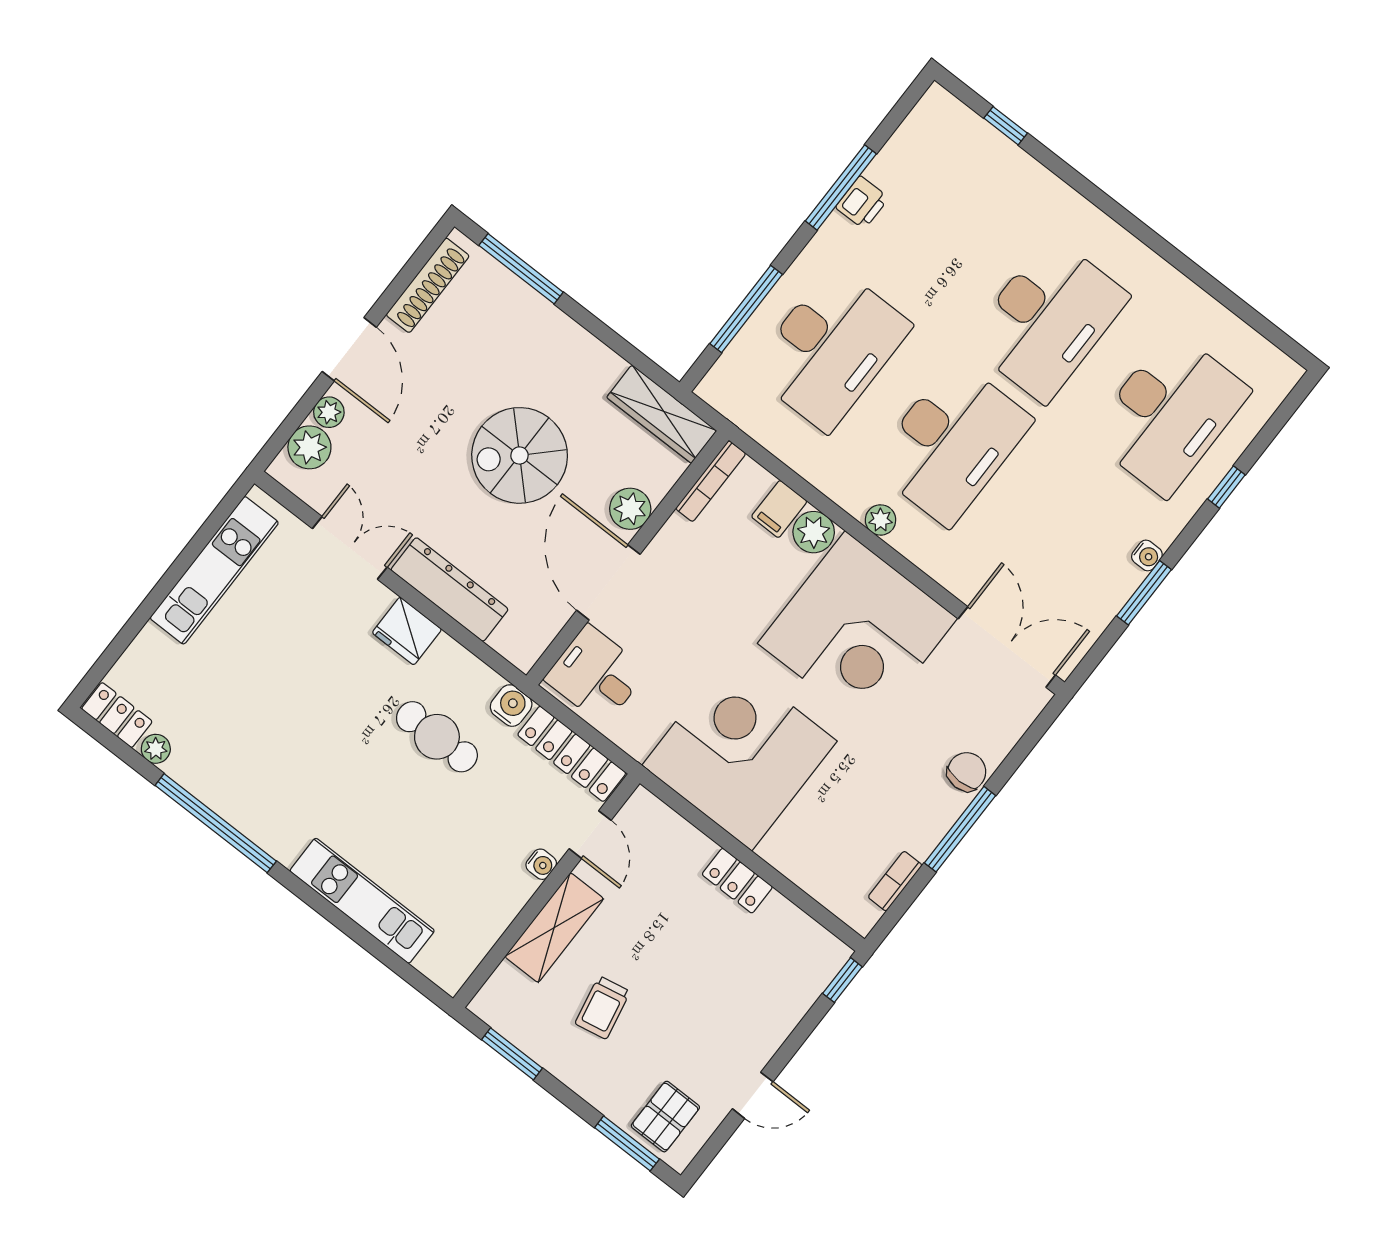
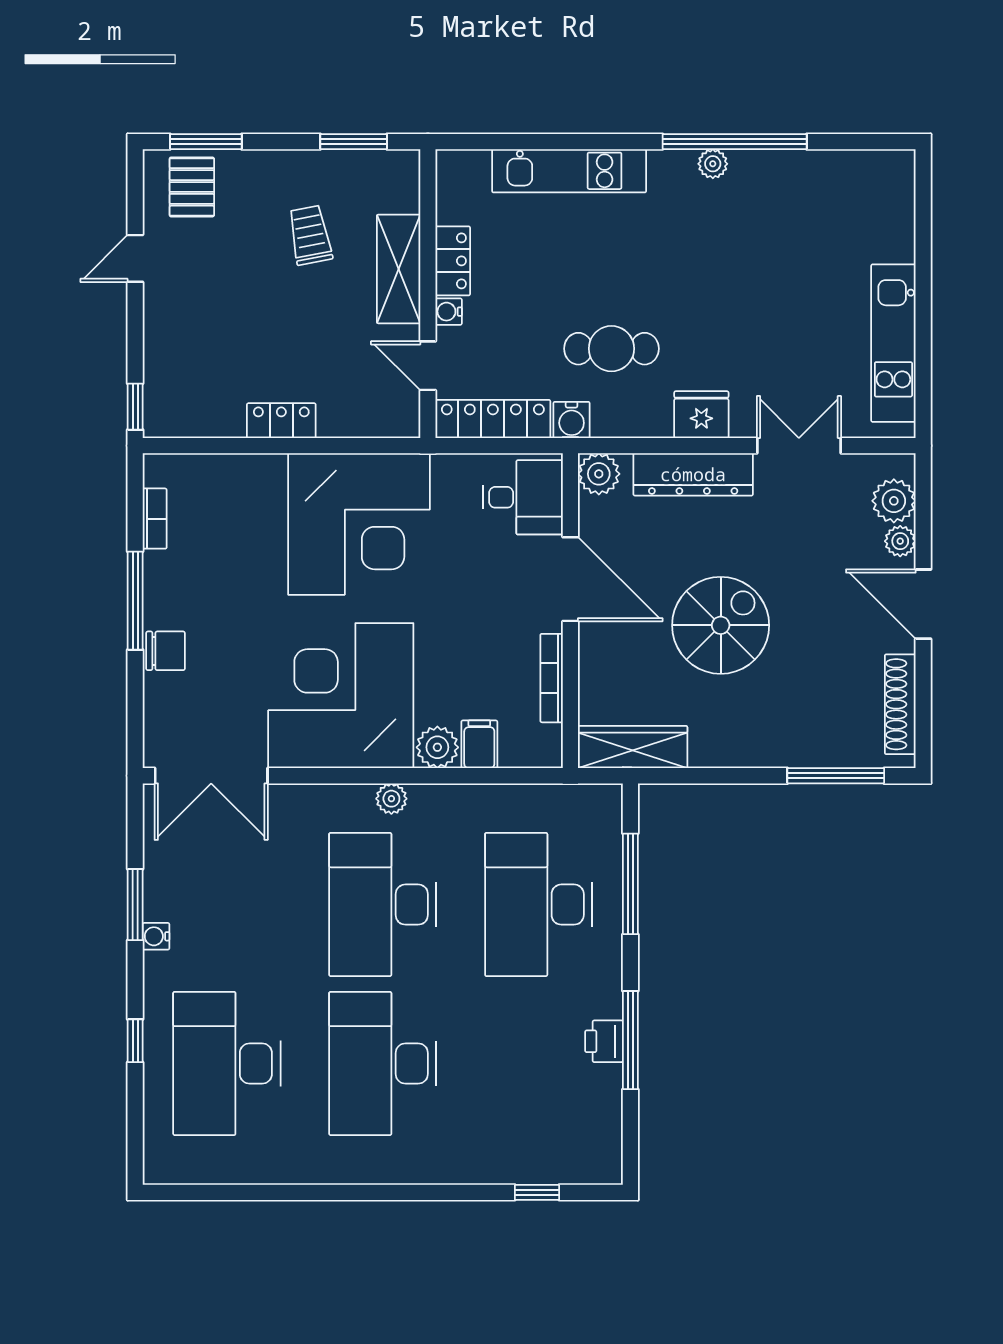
bookcase: (711, 481) -> (552, 678), moved
plant: (630, 509) -> (599, 474), moved
double door: (350, 548) -> (799, 446), swing flipped
locker: (117, 715) -> (453, 261), moved, turned -90
plant: (156, 749) -> (713, 164), moved
chair: (967, 772) -> (165, 651), turned -90

